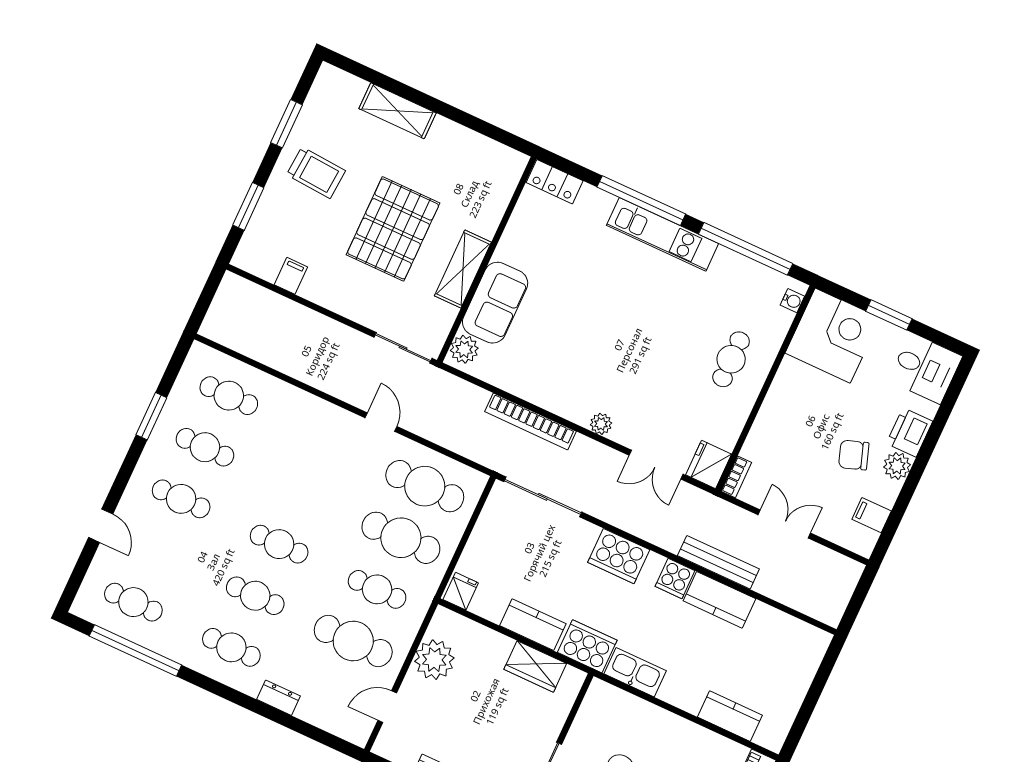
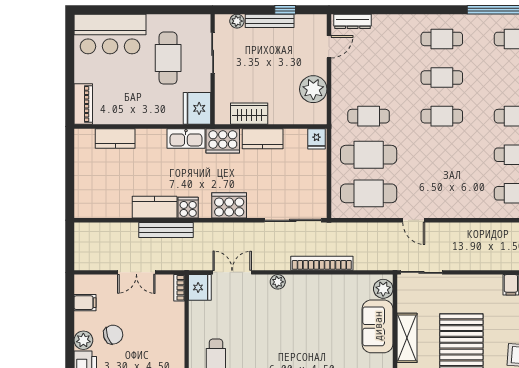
cafe table: (353, 641) -> (369, 78), removed
dresser: (279, 698) -> (353, 21), moved, width x1.44
fridge: (602, 706) -> (197, 108), added

